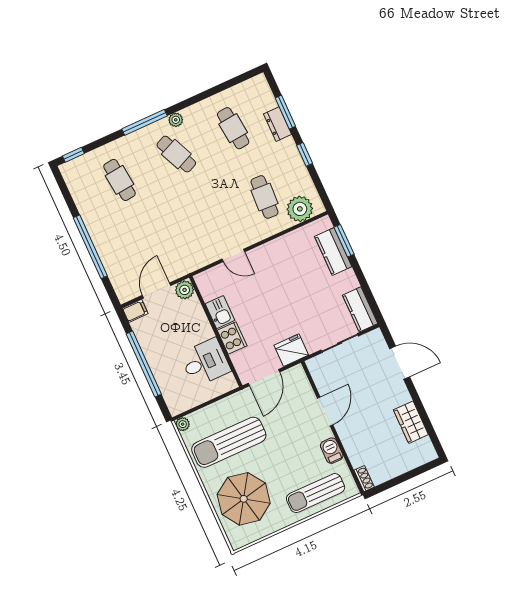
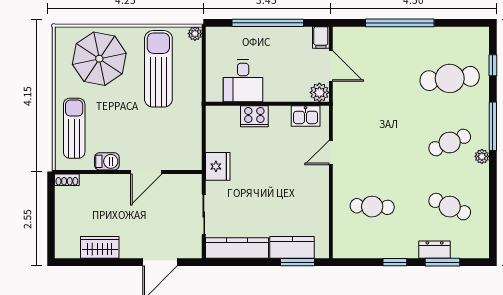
cafe table: (233, 128) -> (450, 207), turned 30
window: (73, 155) -> (493, 65), moved
cafe table: (120, 180) -> (450, 78), width x1.37, depth x1.35
plant: (300, 209) -> (346, 234), removed
kitchen counter: (360, 309) -> (237, 248), width x1.50
kitchen sink: (220, 312) -> (306, 116), moved
door: (264, 378) -> (204, 129), removed
door: (325, 411) -> (146, 172), hinge flipped

